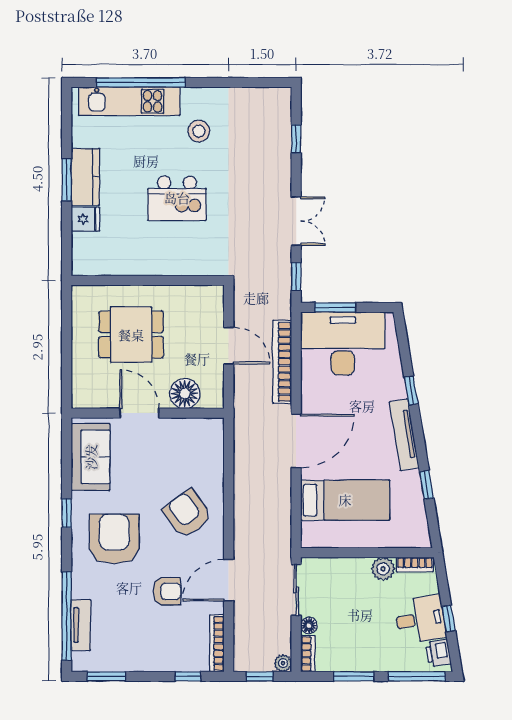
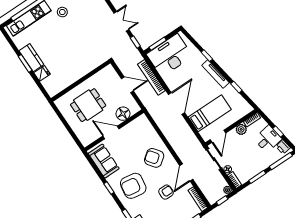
kitchen island: (177, 198) -> (71, 43), removed
armchair: (114, 539) -> (133, 186), turned -81
door: (331, 553) -> (218, 136), added

